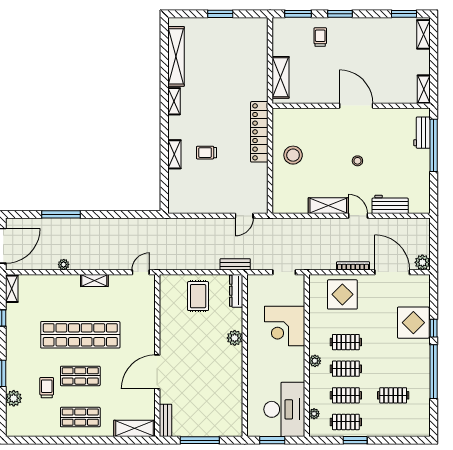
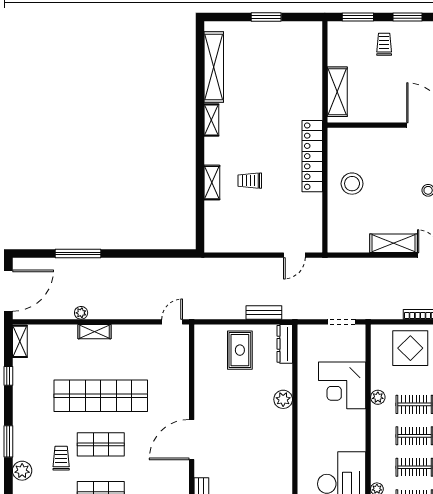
bench: (235, 264) -> (264, 312), moved
shelving: (94, 280) -> (94, 332), moved
plant: (315, 361) -> (378, 397), moved

